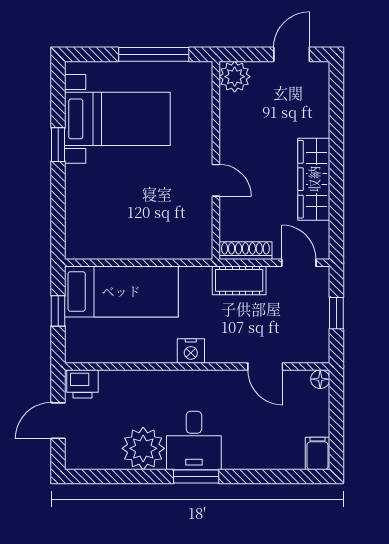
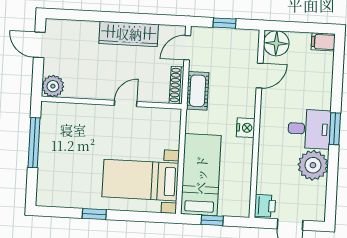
bed with nightstands: (117, 119) -> (140, 180), moved, turned -90
floor lamp: (320, 379) -> (276, 43), width x1.89, depth x1.89

